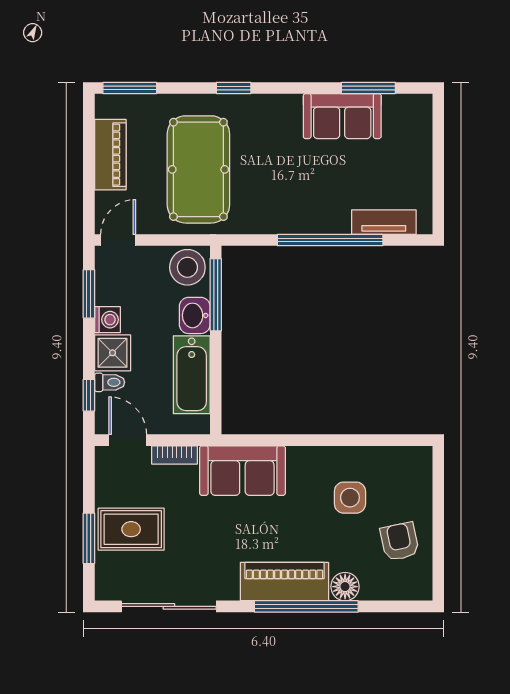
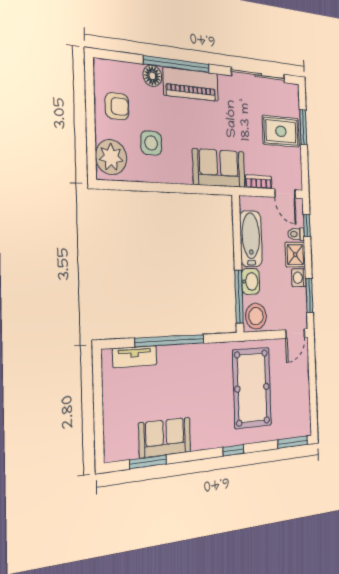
piano: (110, 155) -> (301, 394), removed
plant: (410, 476) -> (111, 157), added
armchair: (400, 542) -> (117, 106), turned -78

